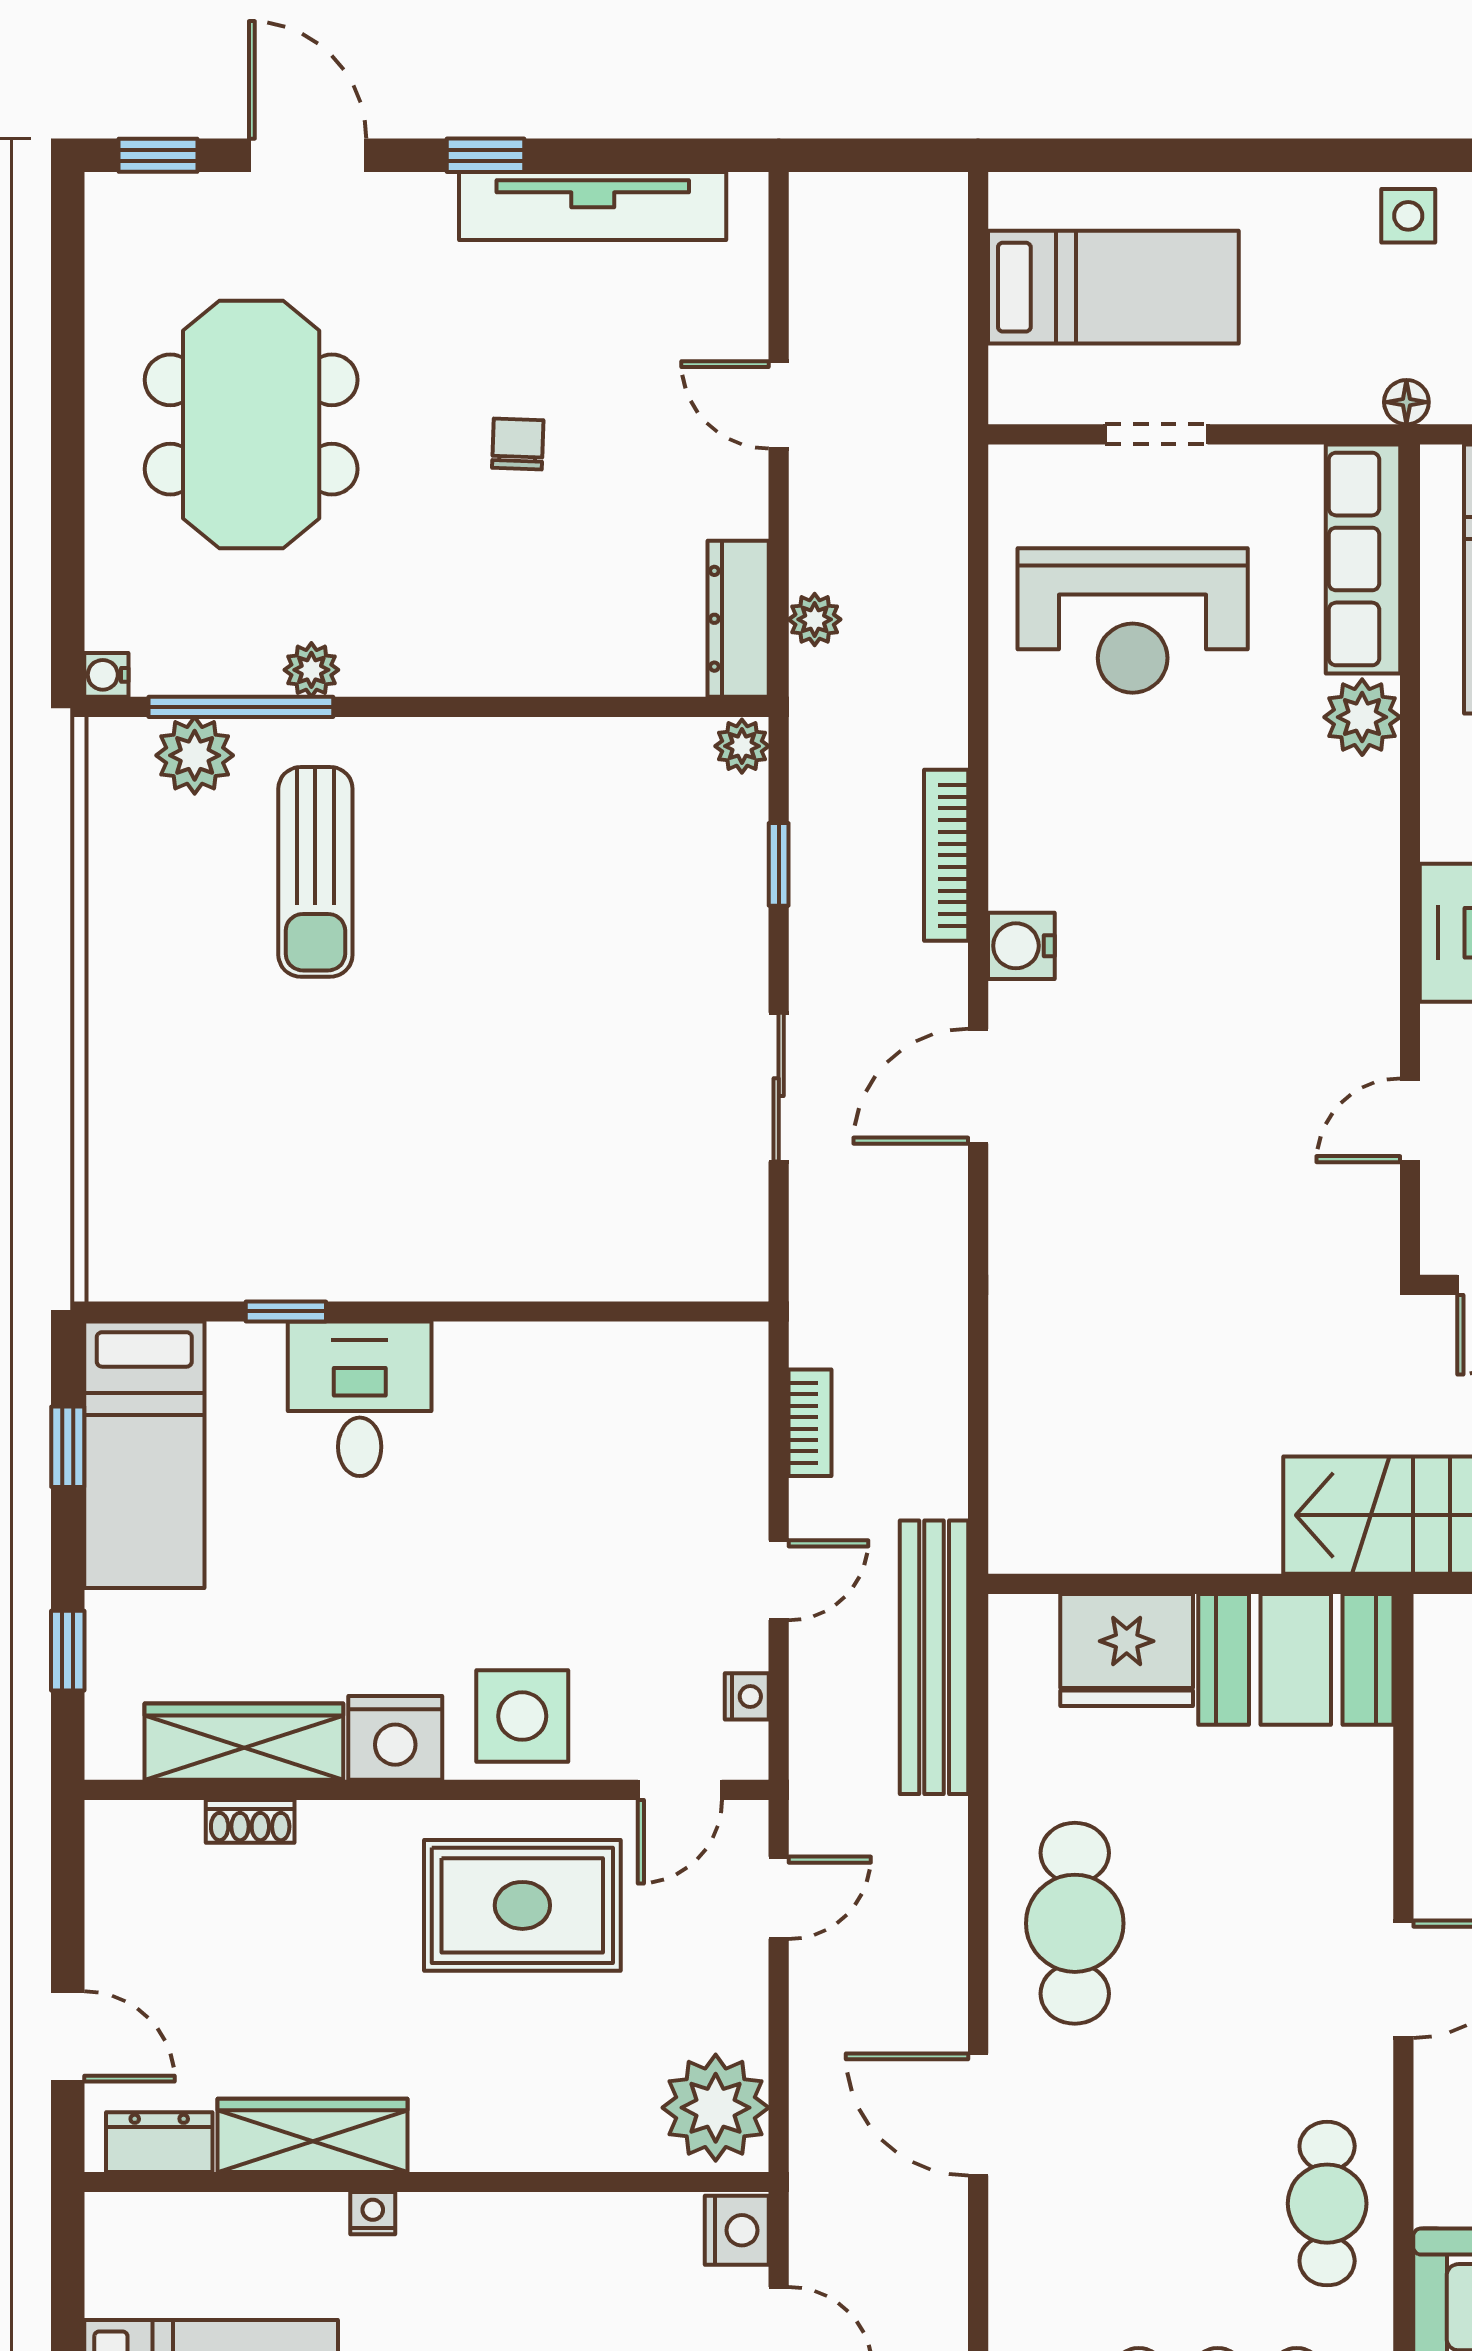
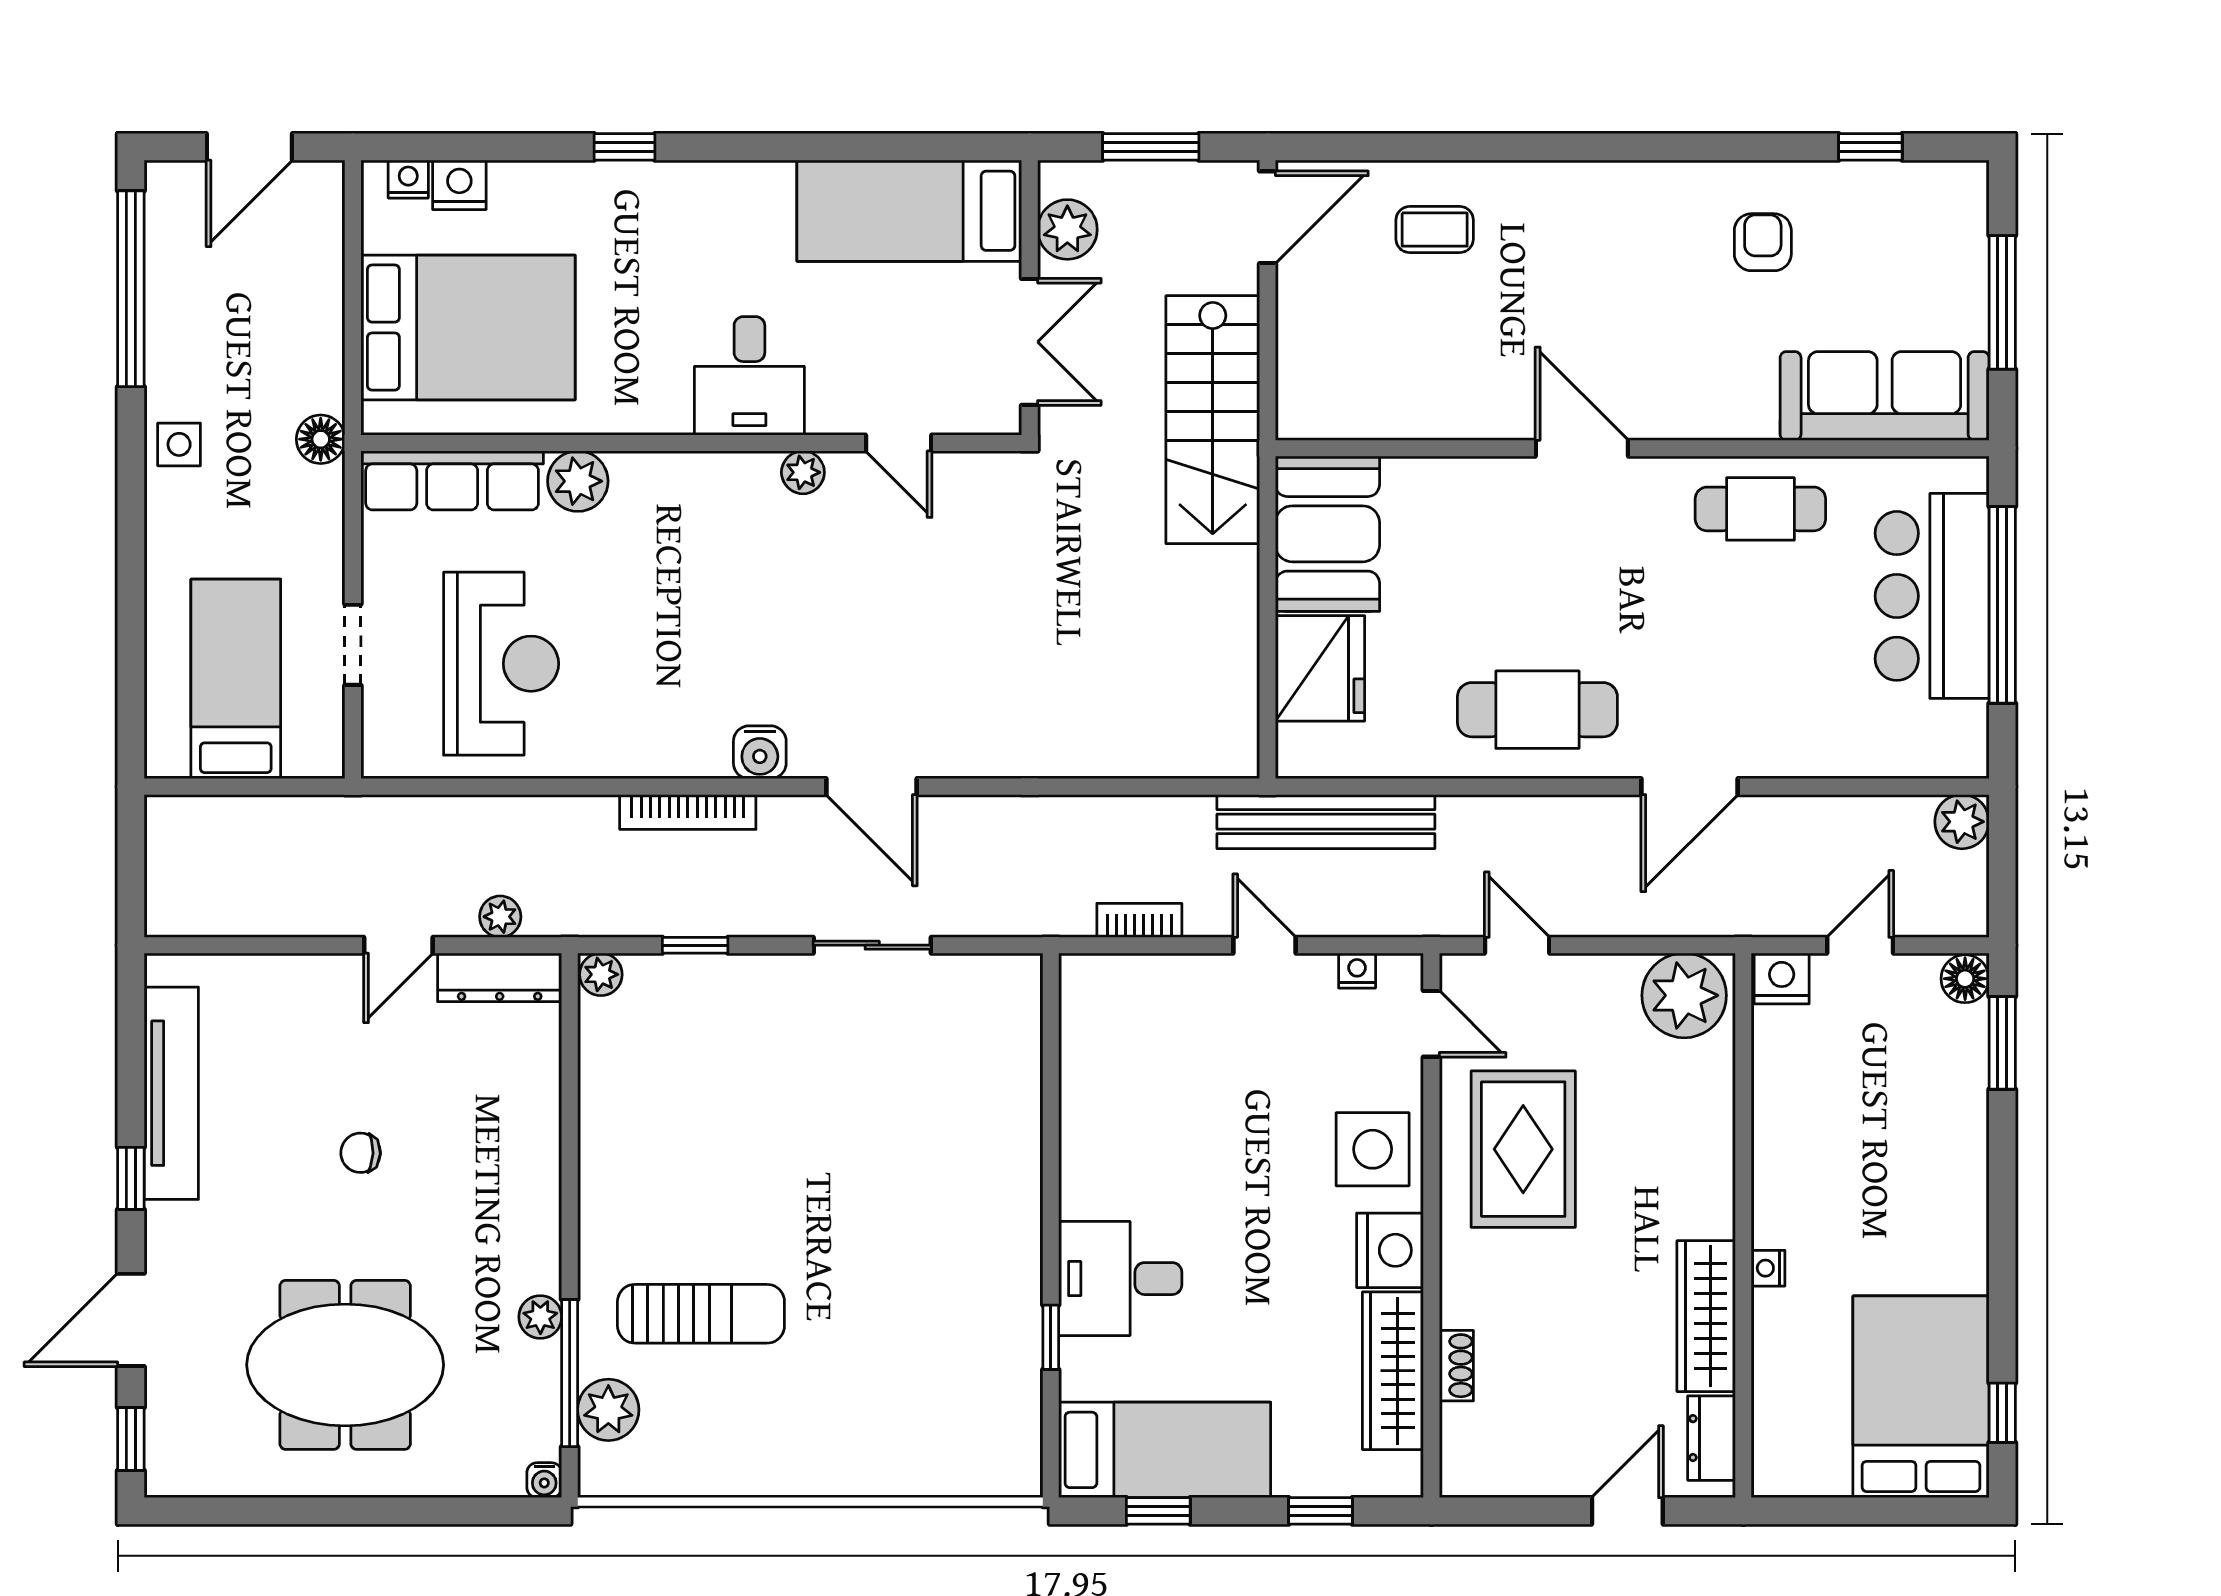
floor lamp: (1406, 402) -> (321, 439), width x1.37, depth x1.37
door: (779, 405) -> (398, 945), moved
plant: (1373, 1000) -> (803, 472), added

